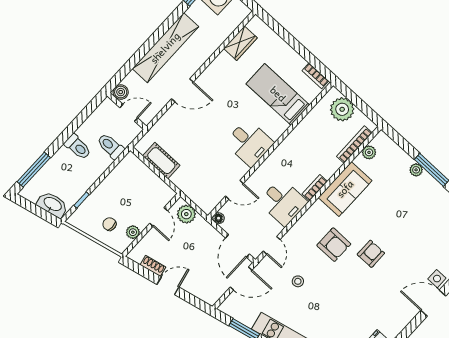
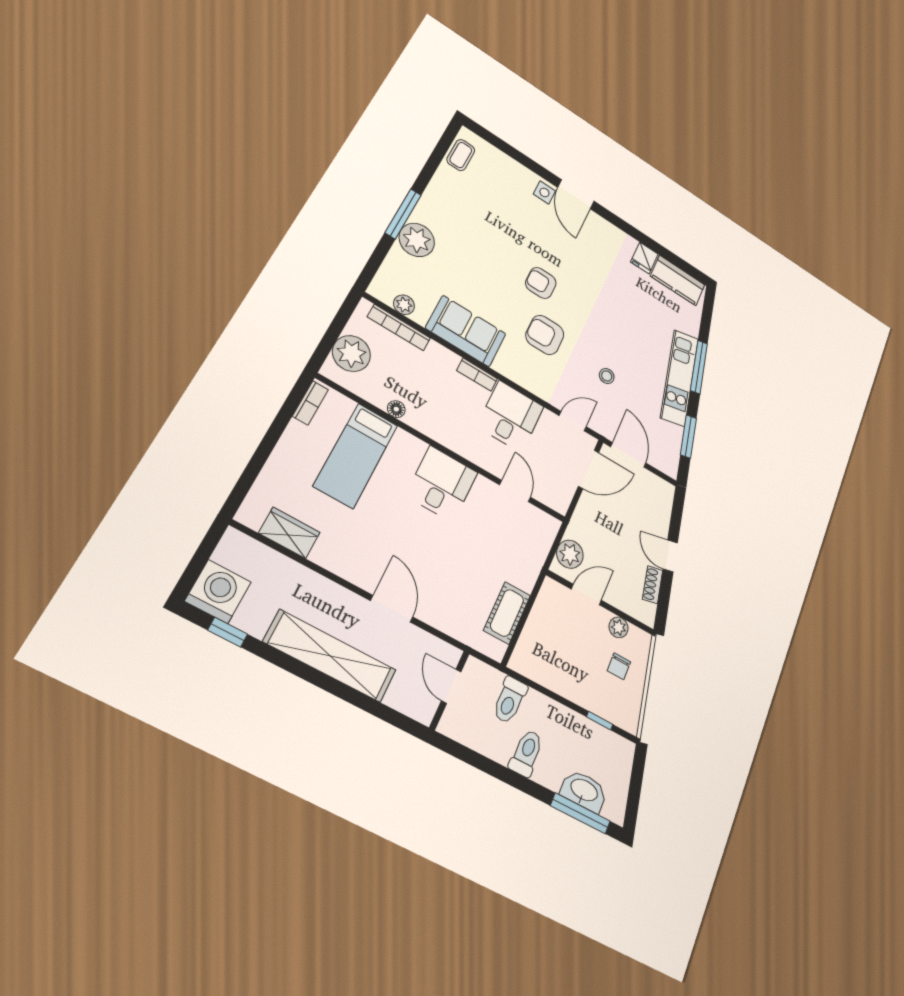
boiler: (121, 92) -> (423, 710), removed
plant: (416, 170) -> (417, 240), width x1.88, depth x1.88
washbasin: (52, 204) -> (584, 791), moved, turned 103
floor lamp: (219, 218) -> (396, 409), moved
armchair: (334, 245) -> (545, 335), turned -90

